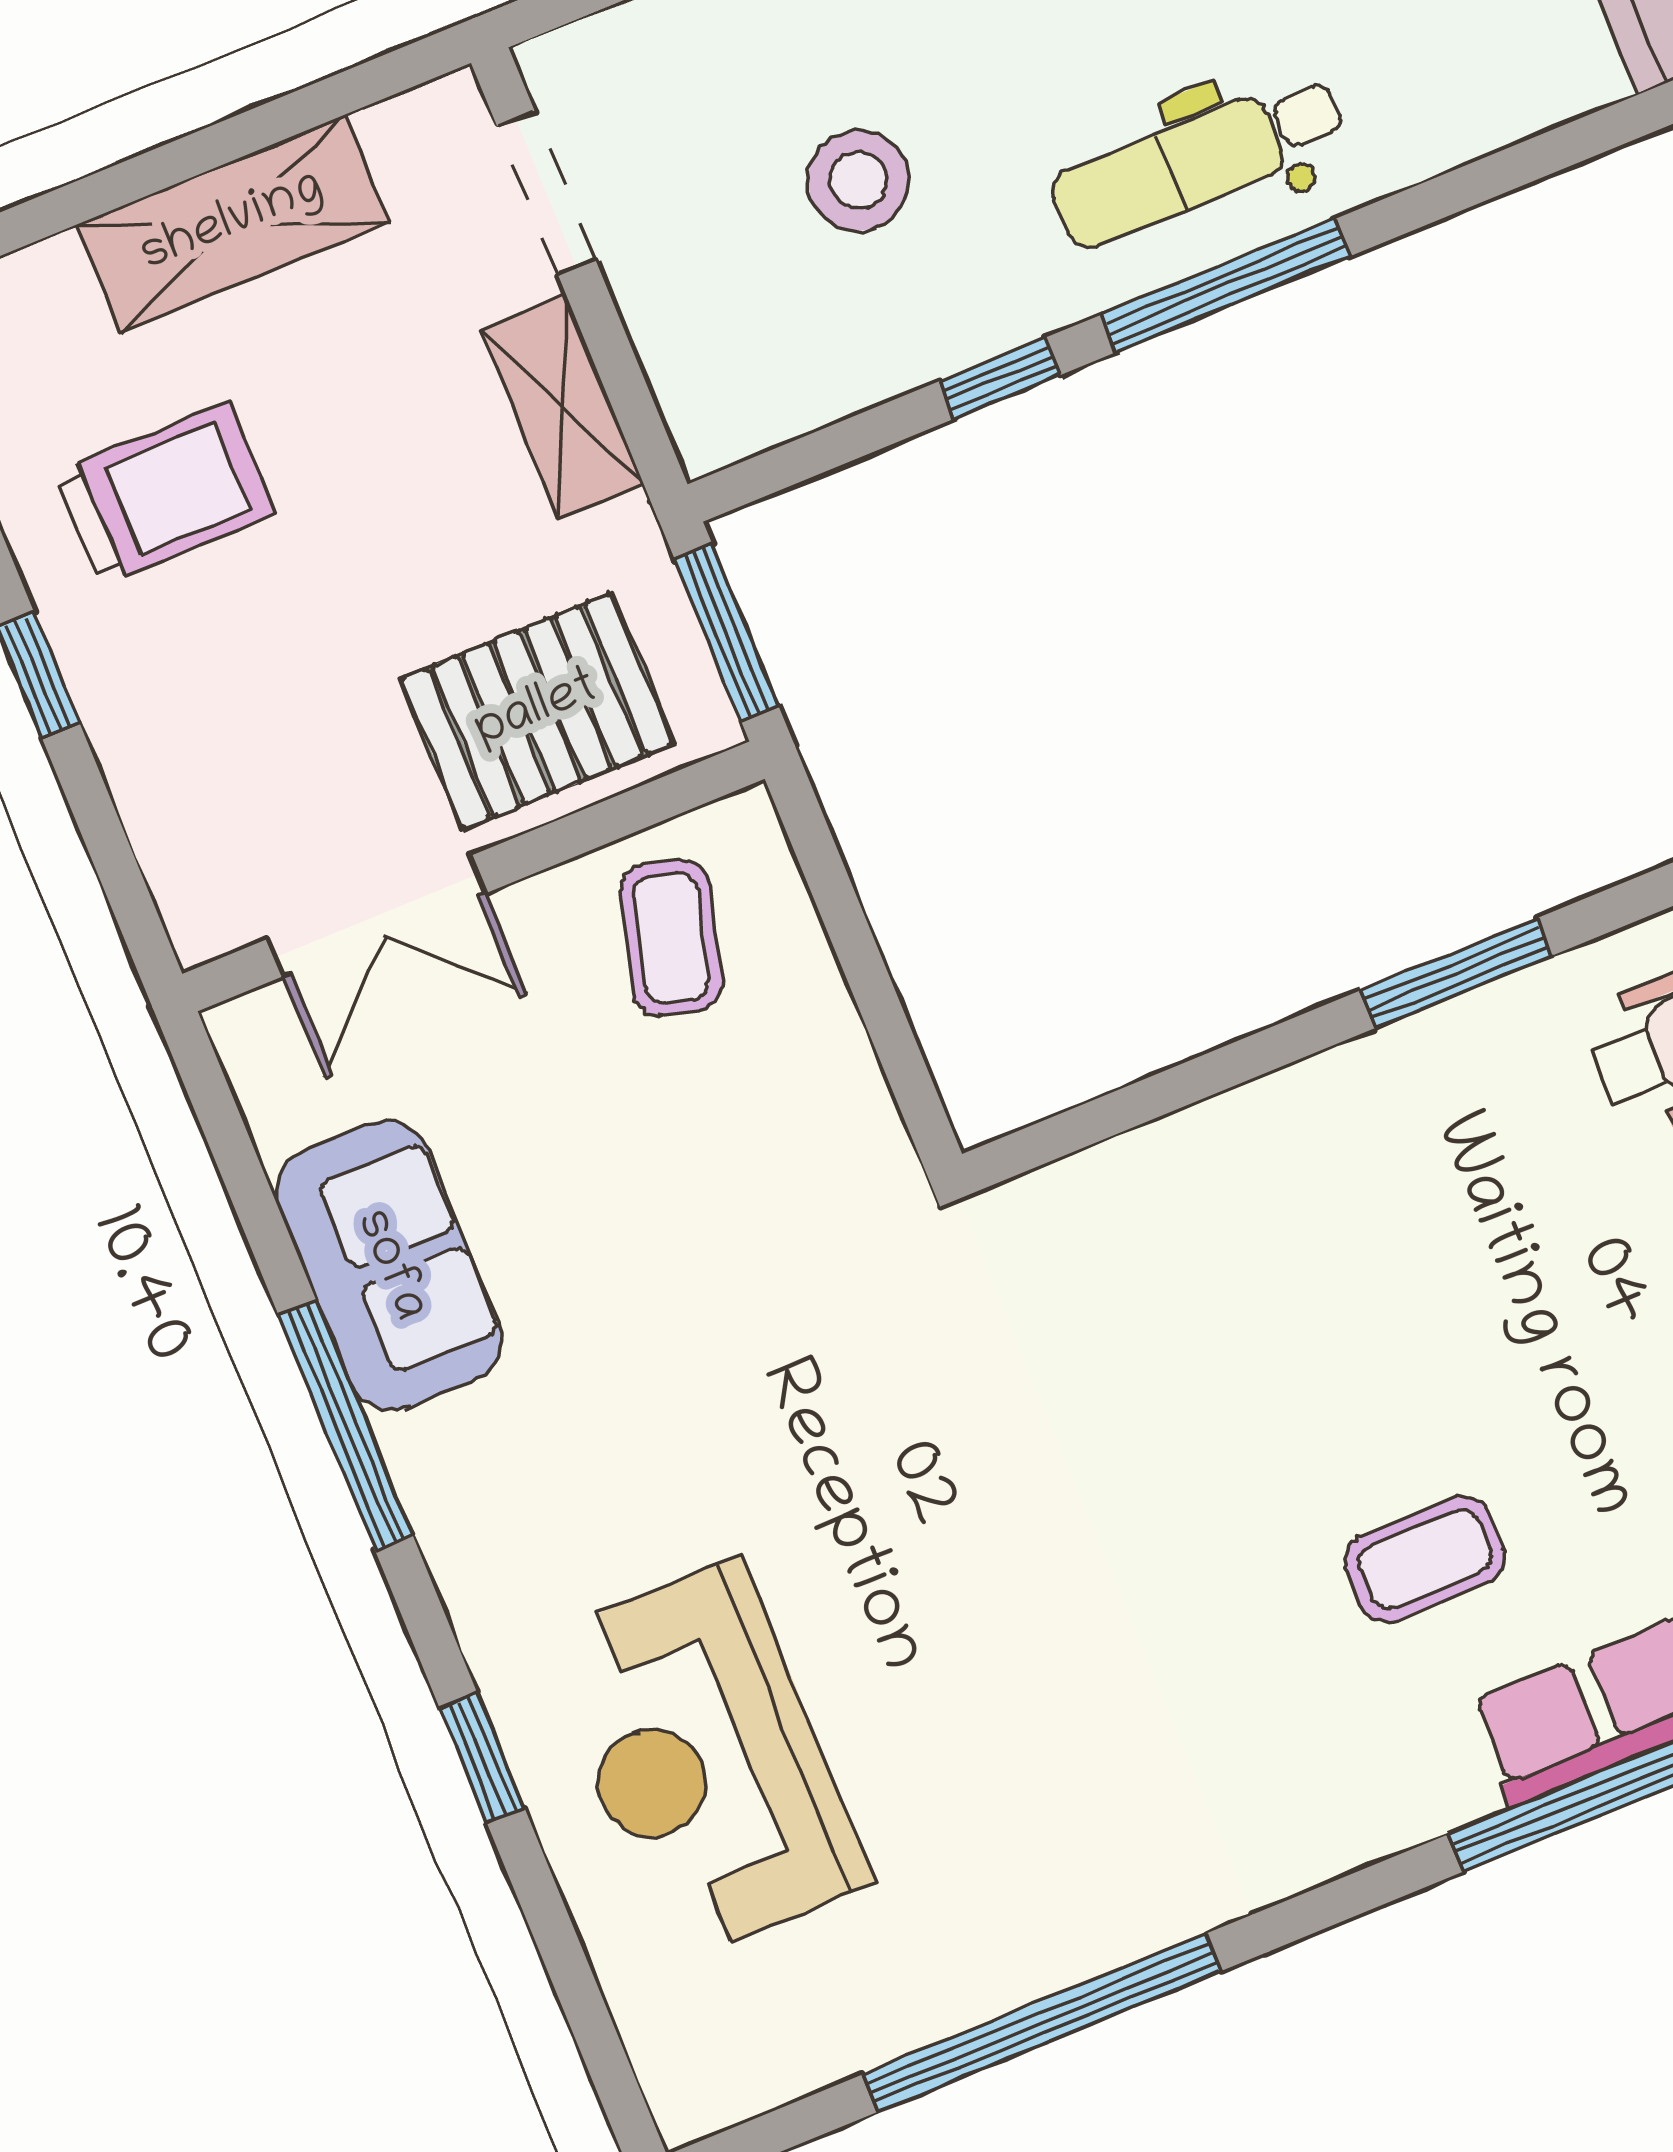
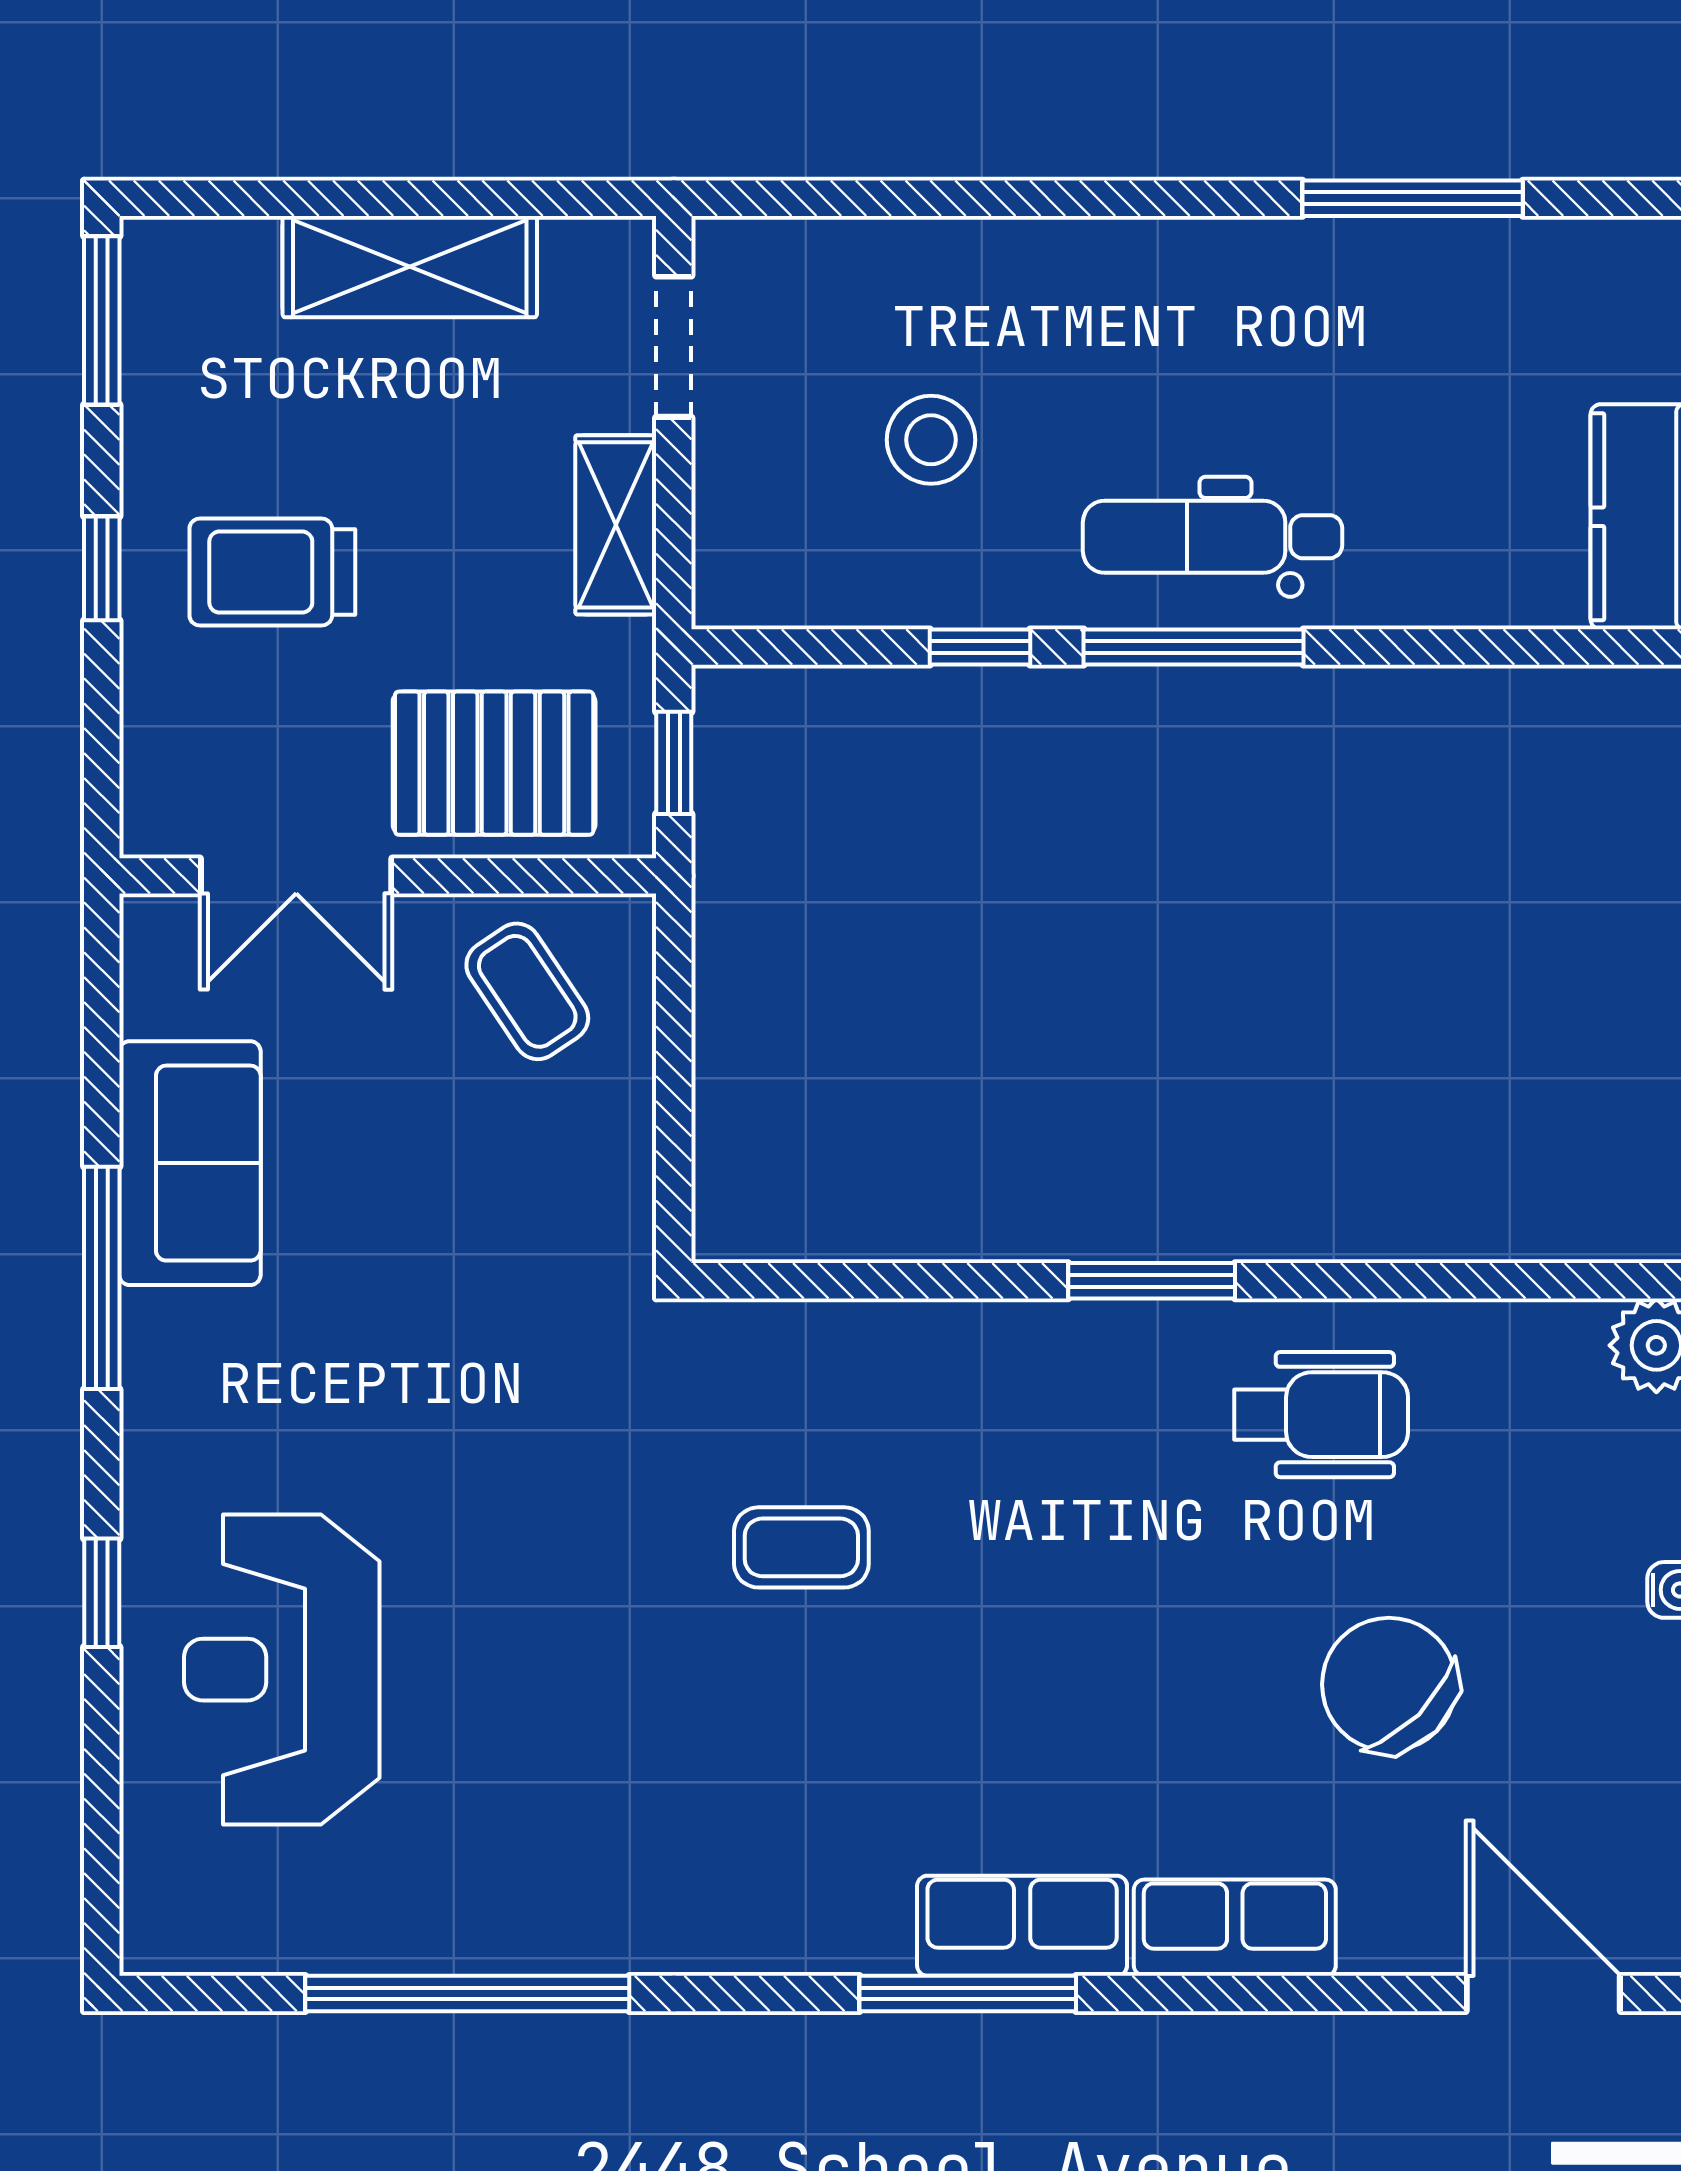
trolley: (165, 493) -> (272, 572), moved, turned 180
window: (727, 633) -> (674, 763), width x0.67
coffee table: (671, 938) -> (527, 991), turned -49
coffee table: (1425, 1559) -> (801, 1547), moved

